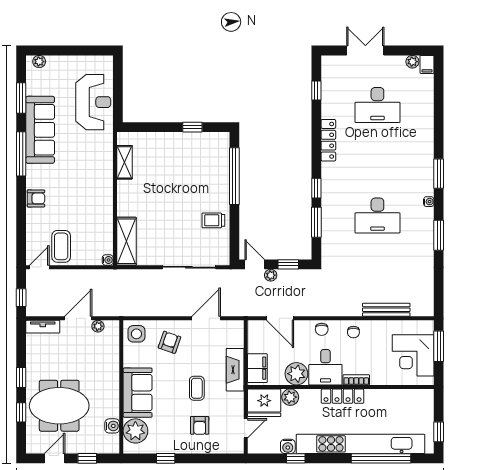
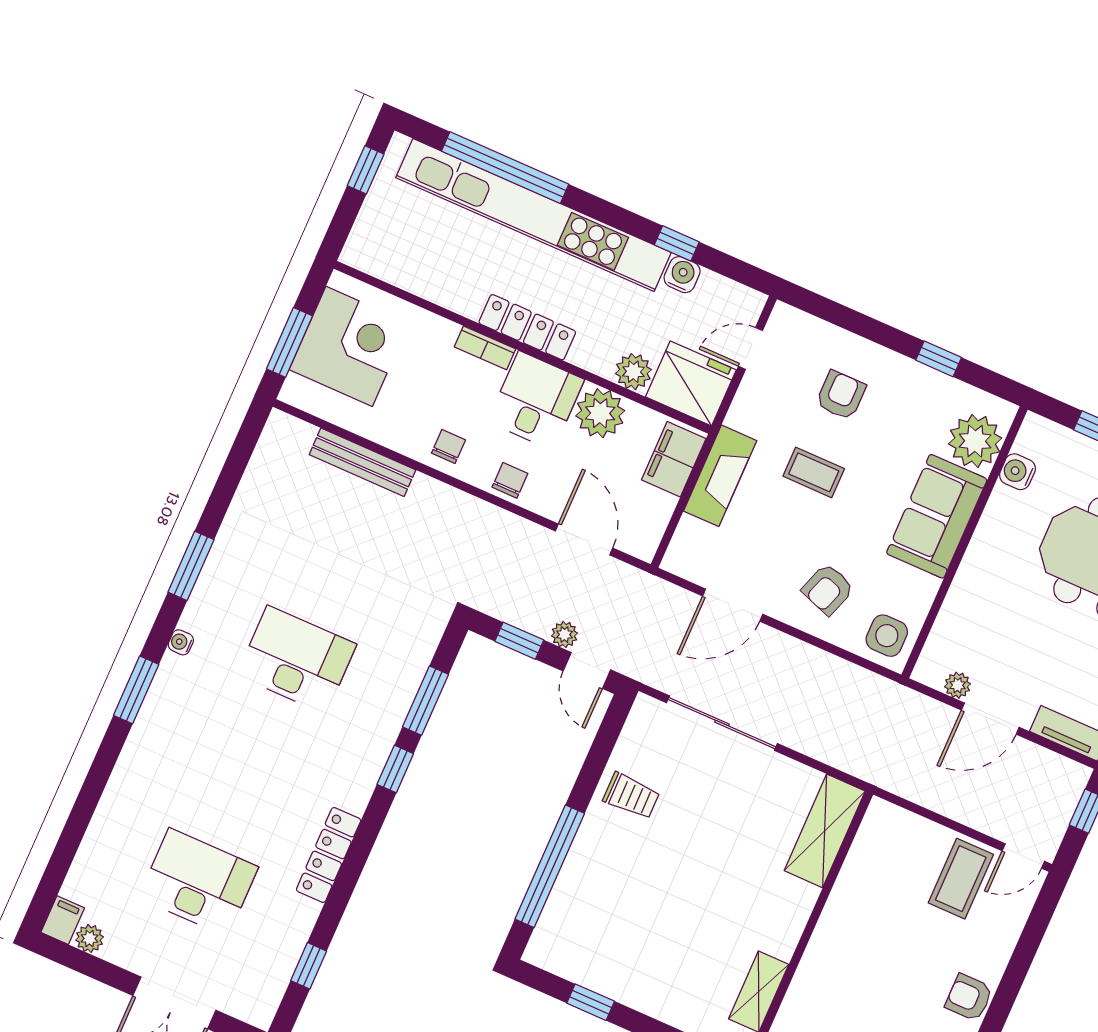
water cooler: (108, 260) -> (879, 810), removed
coffee table: (197, 388) -> (814, 472), turned 90

